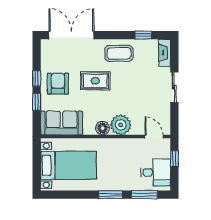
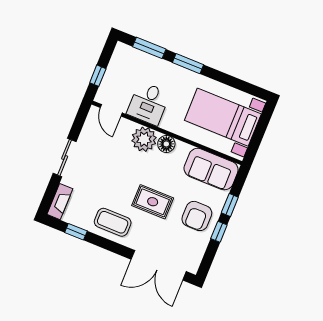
desk: (156, 172) -> (148, 103), moved, turned -90

